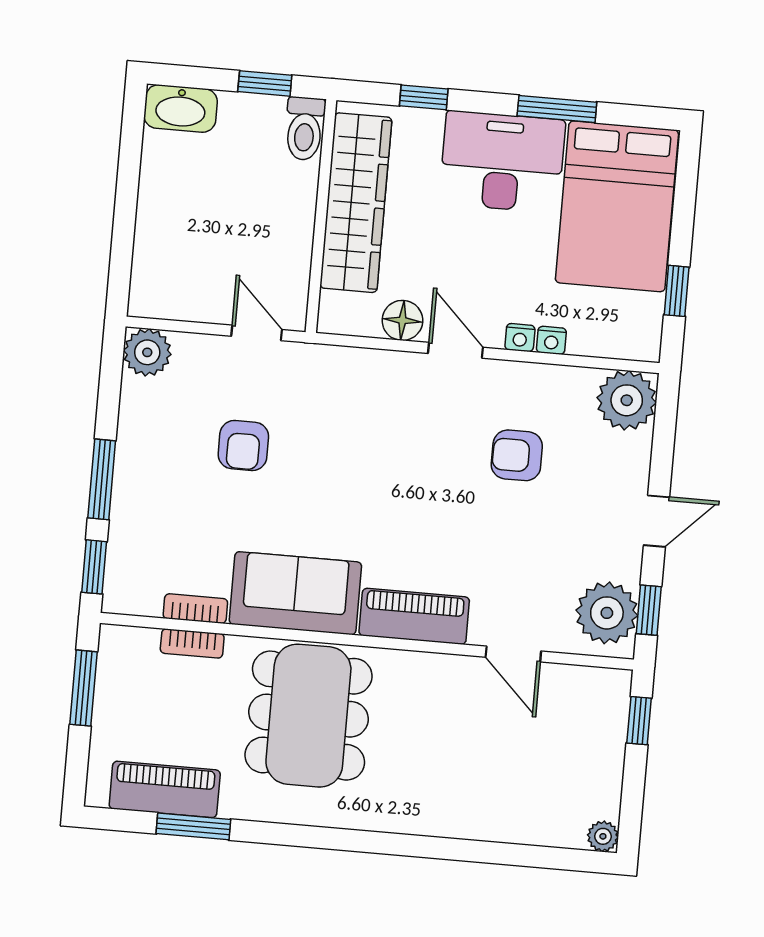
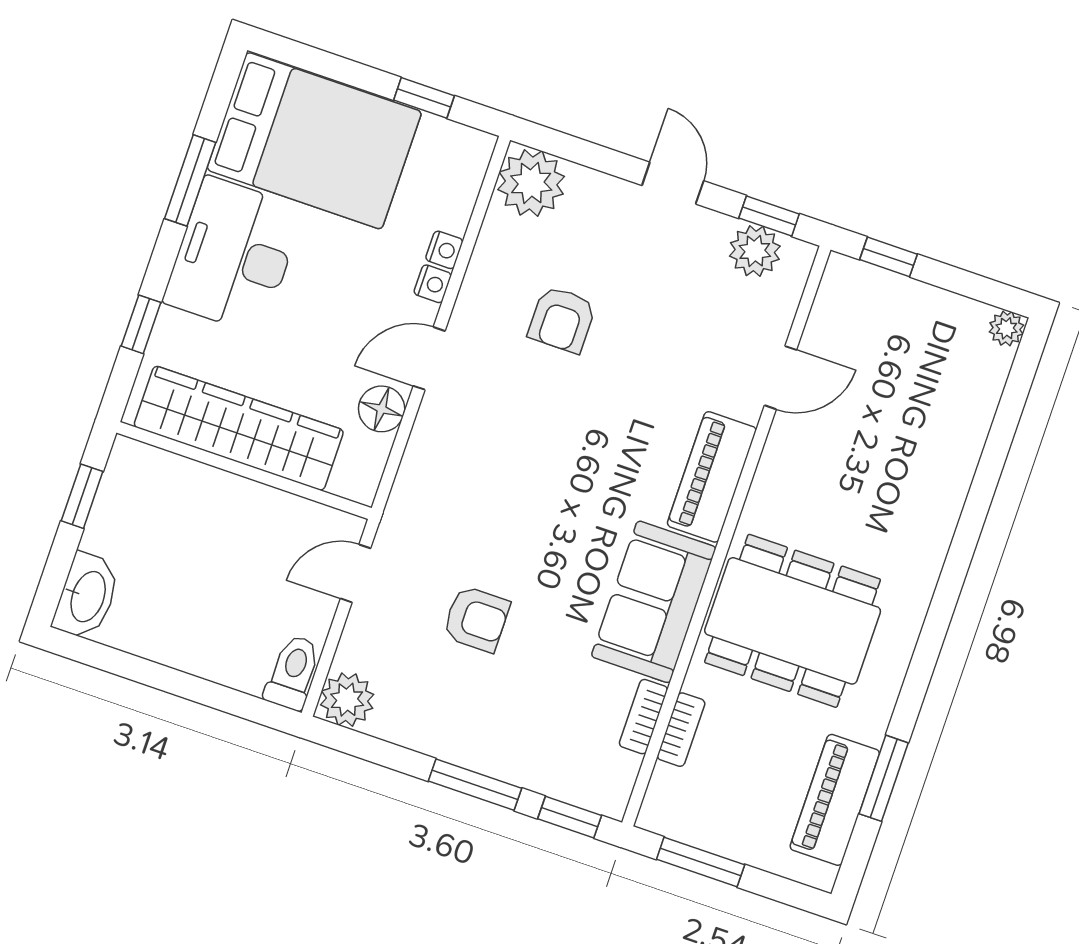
toilet: (305, 129) -> (293, 672), moved, turned -90
plant: (607, 613) -> (755, 251), width x0.73, depth x0.73

